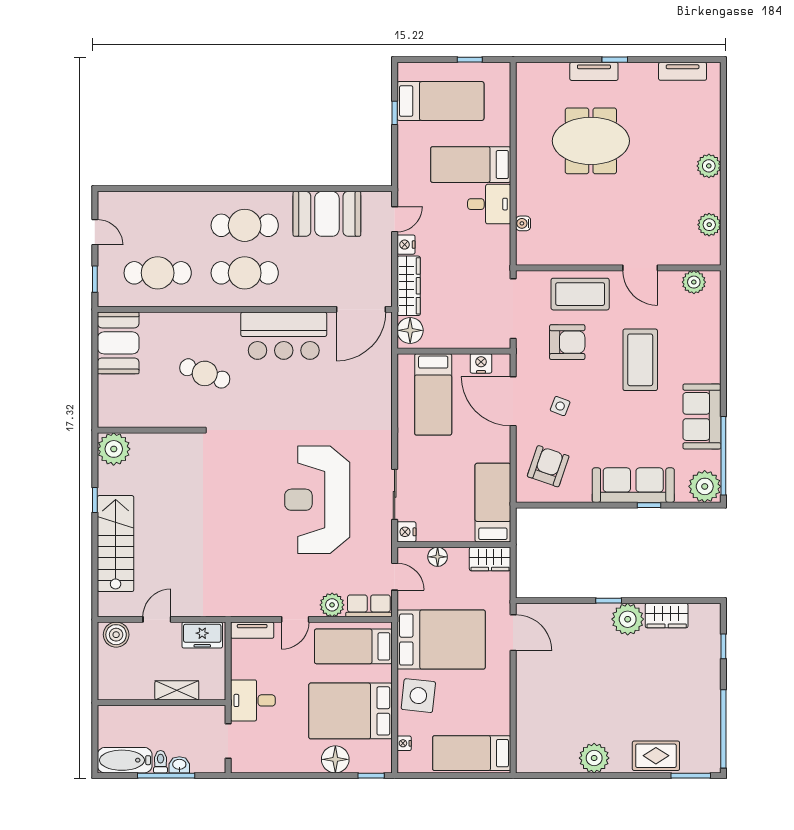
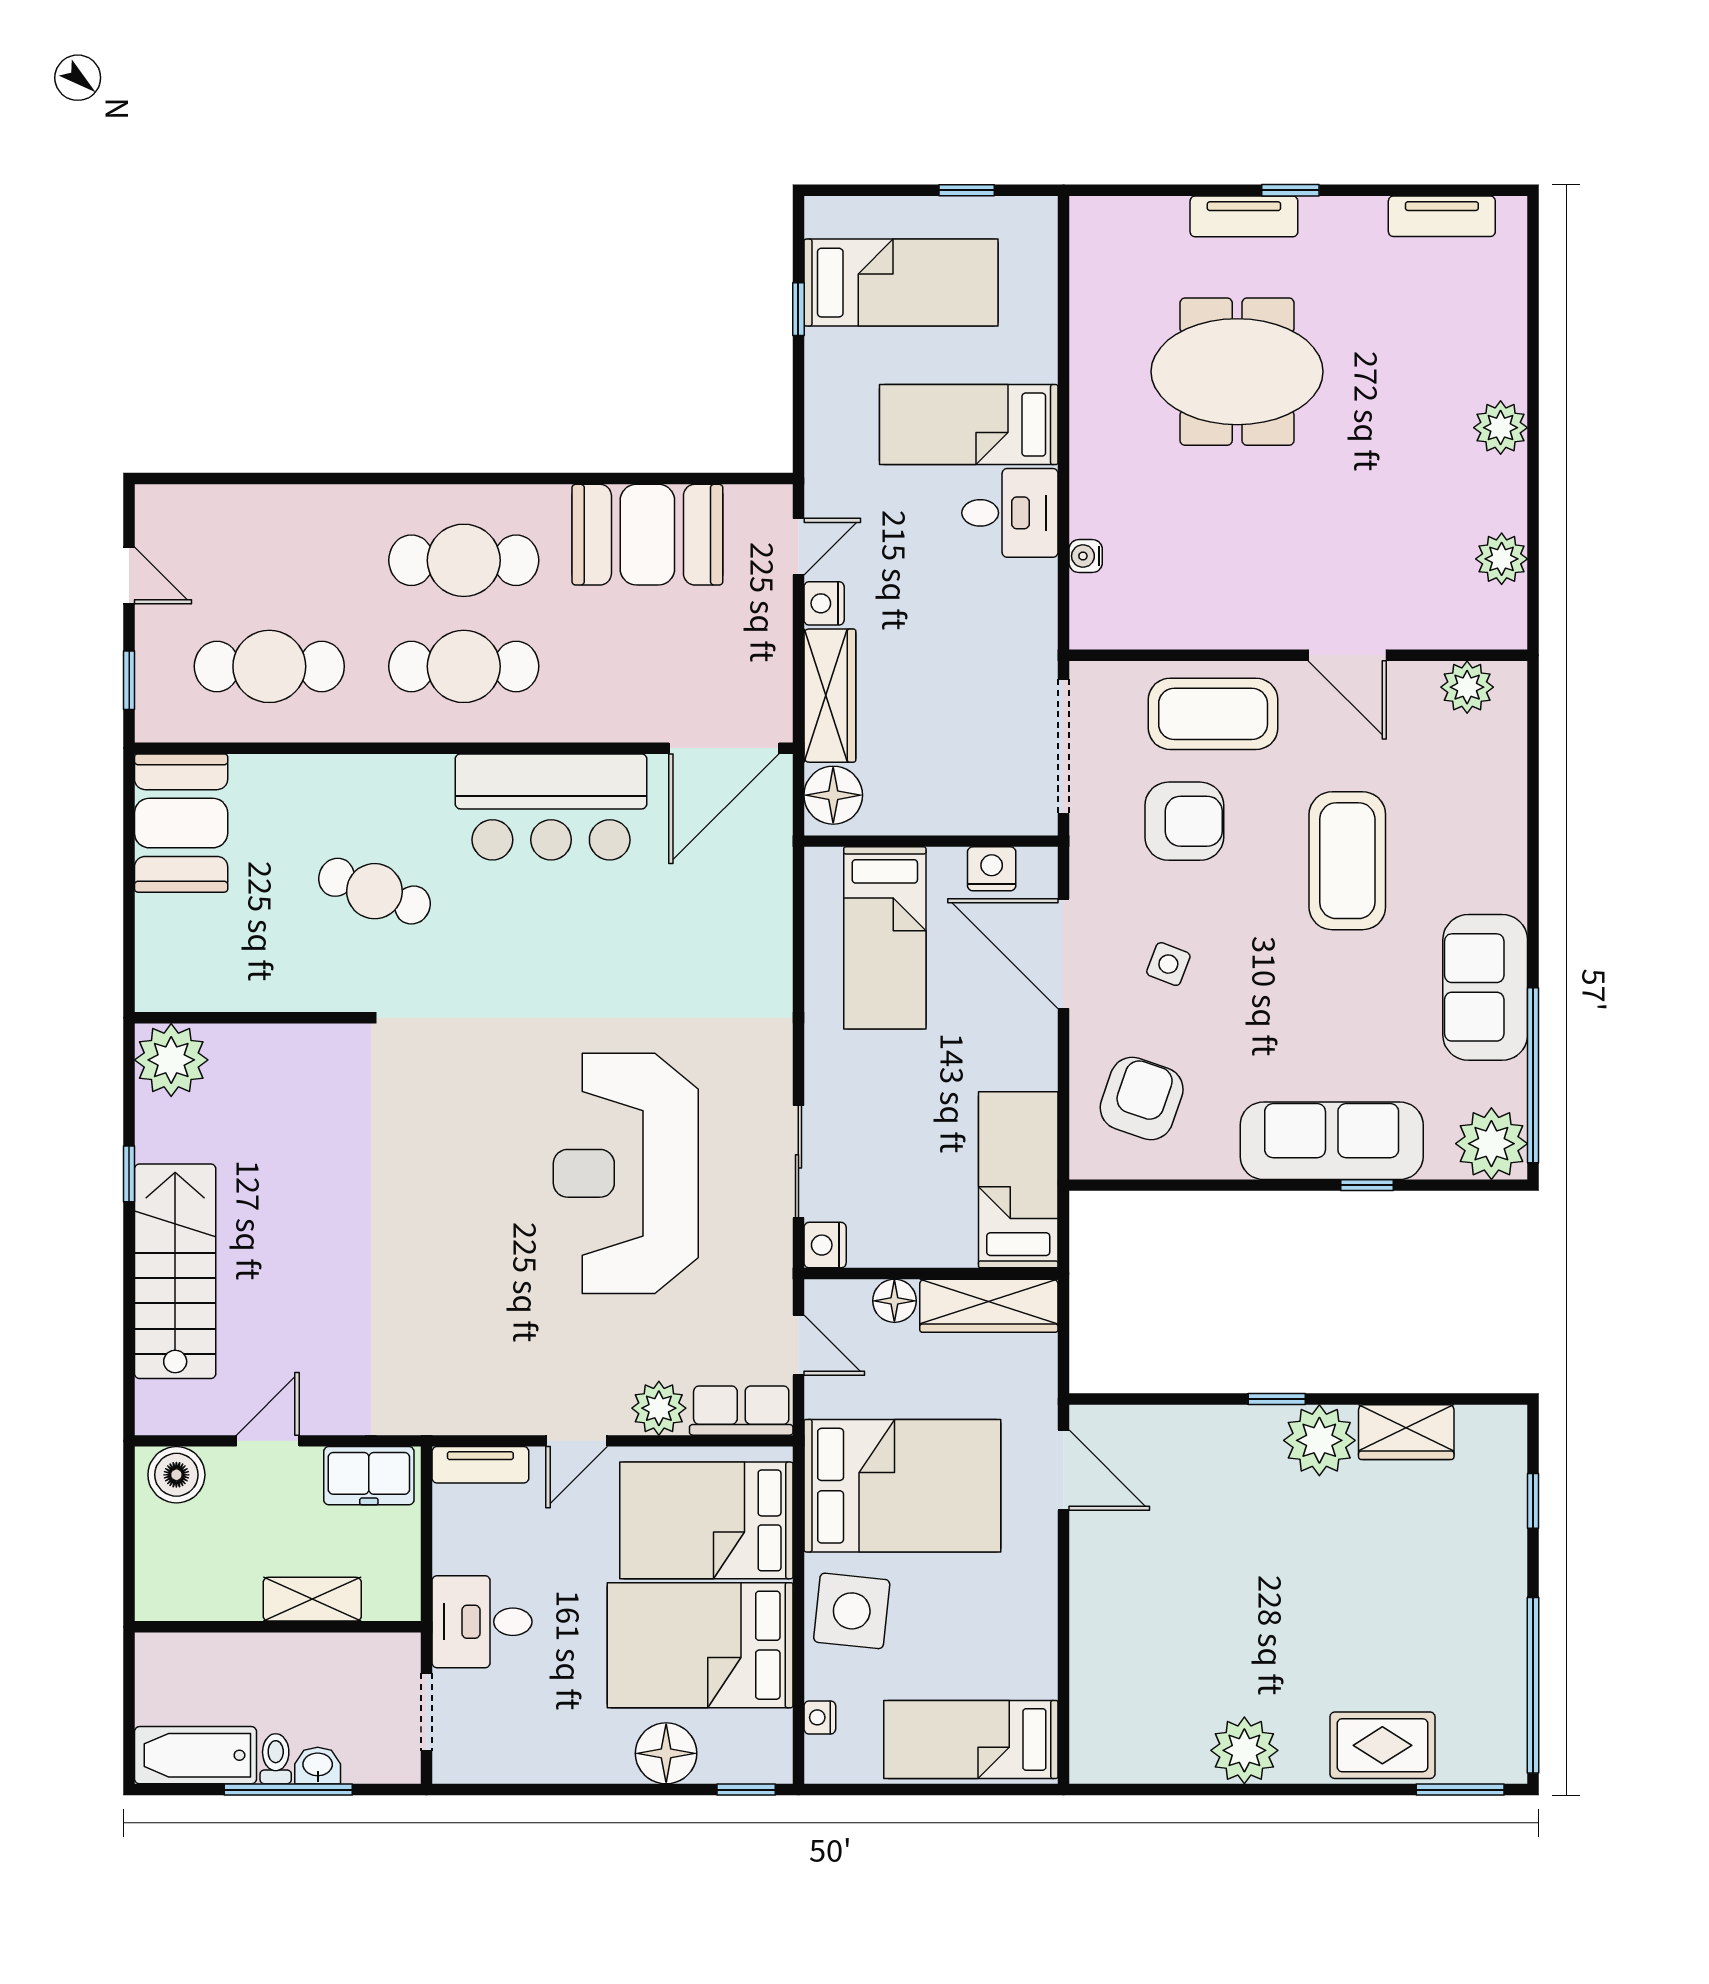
wardrobe: (490, 559) -> (989, 1306), width x1.50
bed: (353, 646) -> (706, 1520), width x1.50

